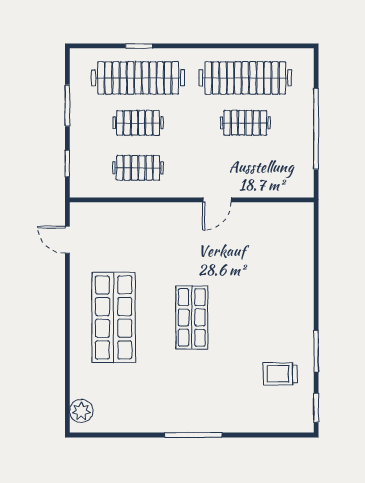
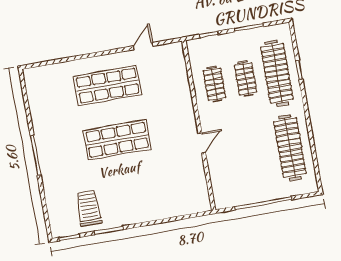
clothes rail: (245, 123) -> (259, 153), removed
door: (217, 200) -> (202, 143), swing flipped
door: (67, 240) -> (143, 46), moved
shop shelf: (192, 317) -> (117, 140), width x1.43, depth x1.36
trolley: (280, 374) -> (89, 208), width x1.36, depth x1.39
plant: (81, 411) -> (39, 75), removed

